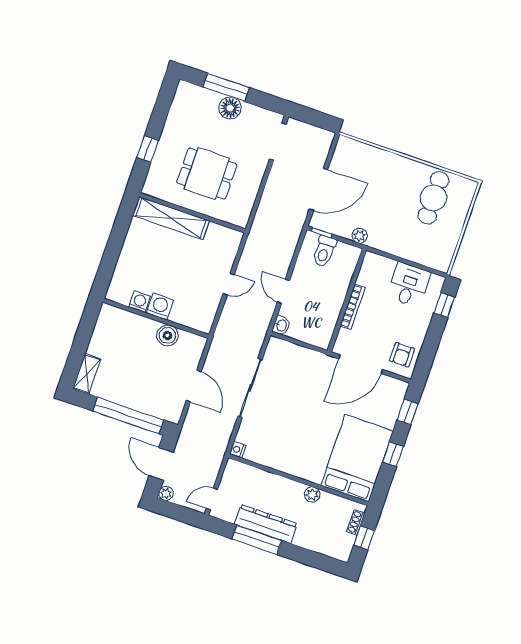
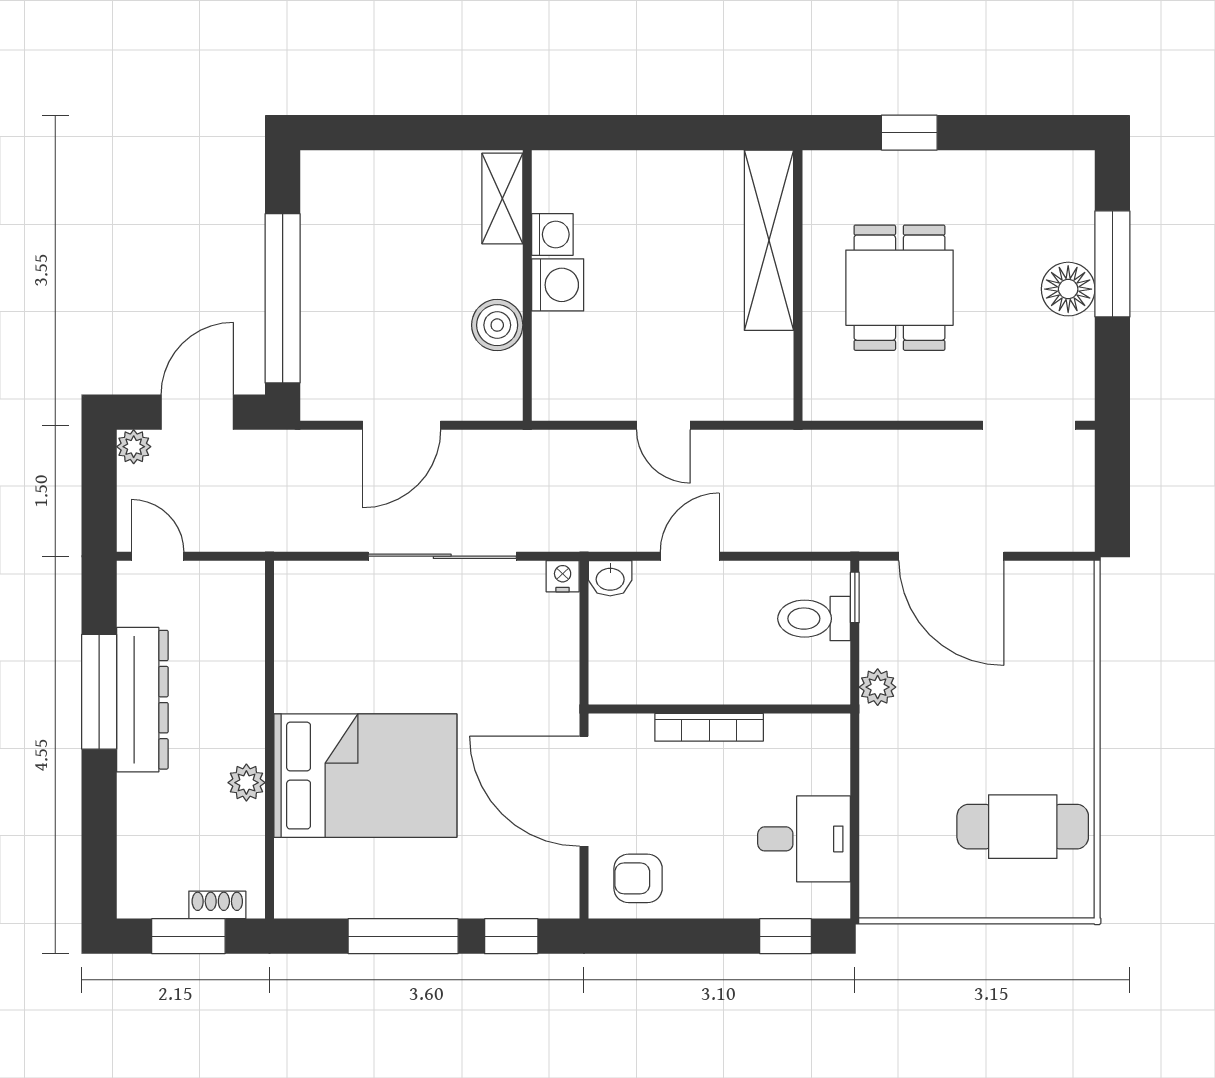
shelving: (87, 374) -> (502, 199), moved, turned 90
nightstand: (238, 450) -> (563, 576), moved
window: (393, 454) -> (403, 936), width x2.17
bed: (357, 458) -> (365, 776), moved
window: (364, 538) -> (188, 936), width x1.50

